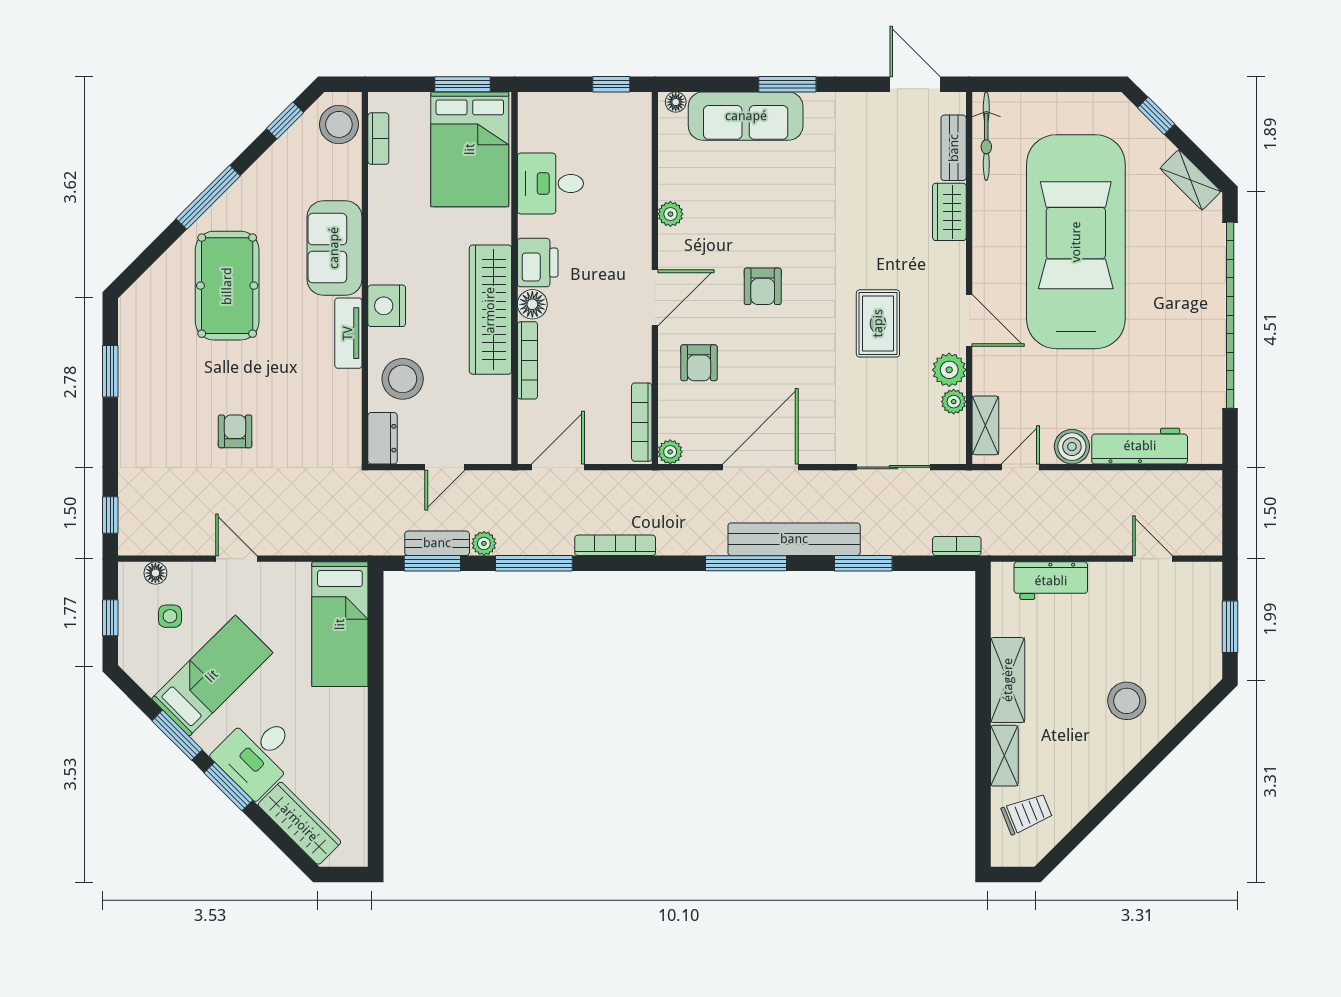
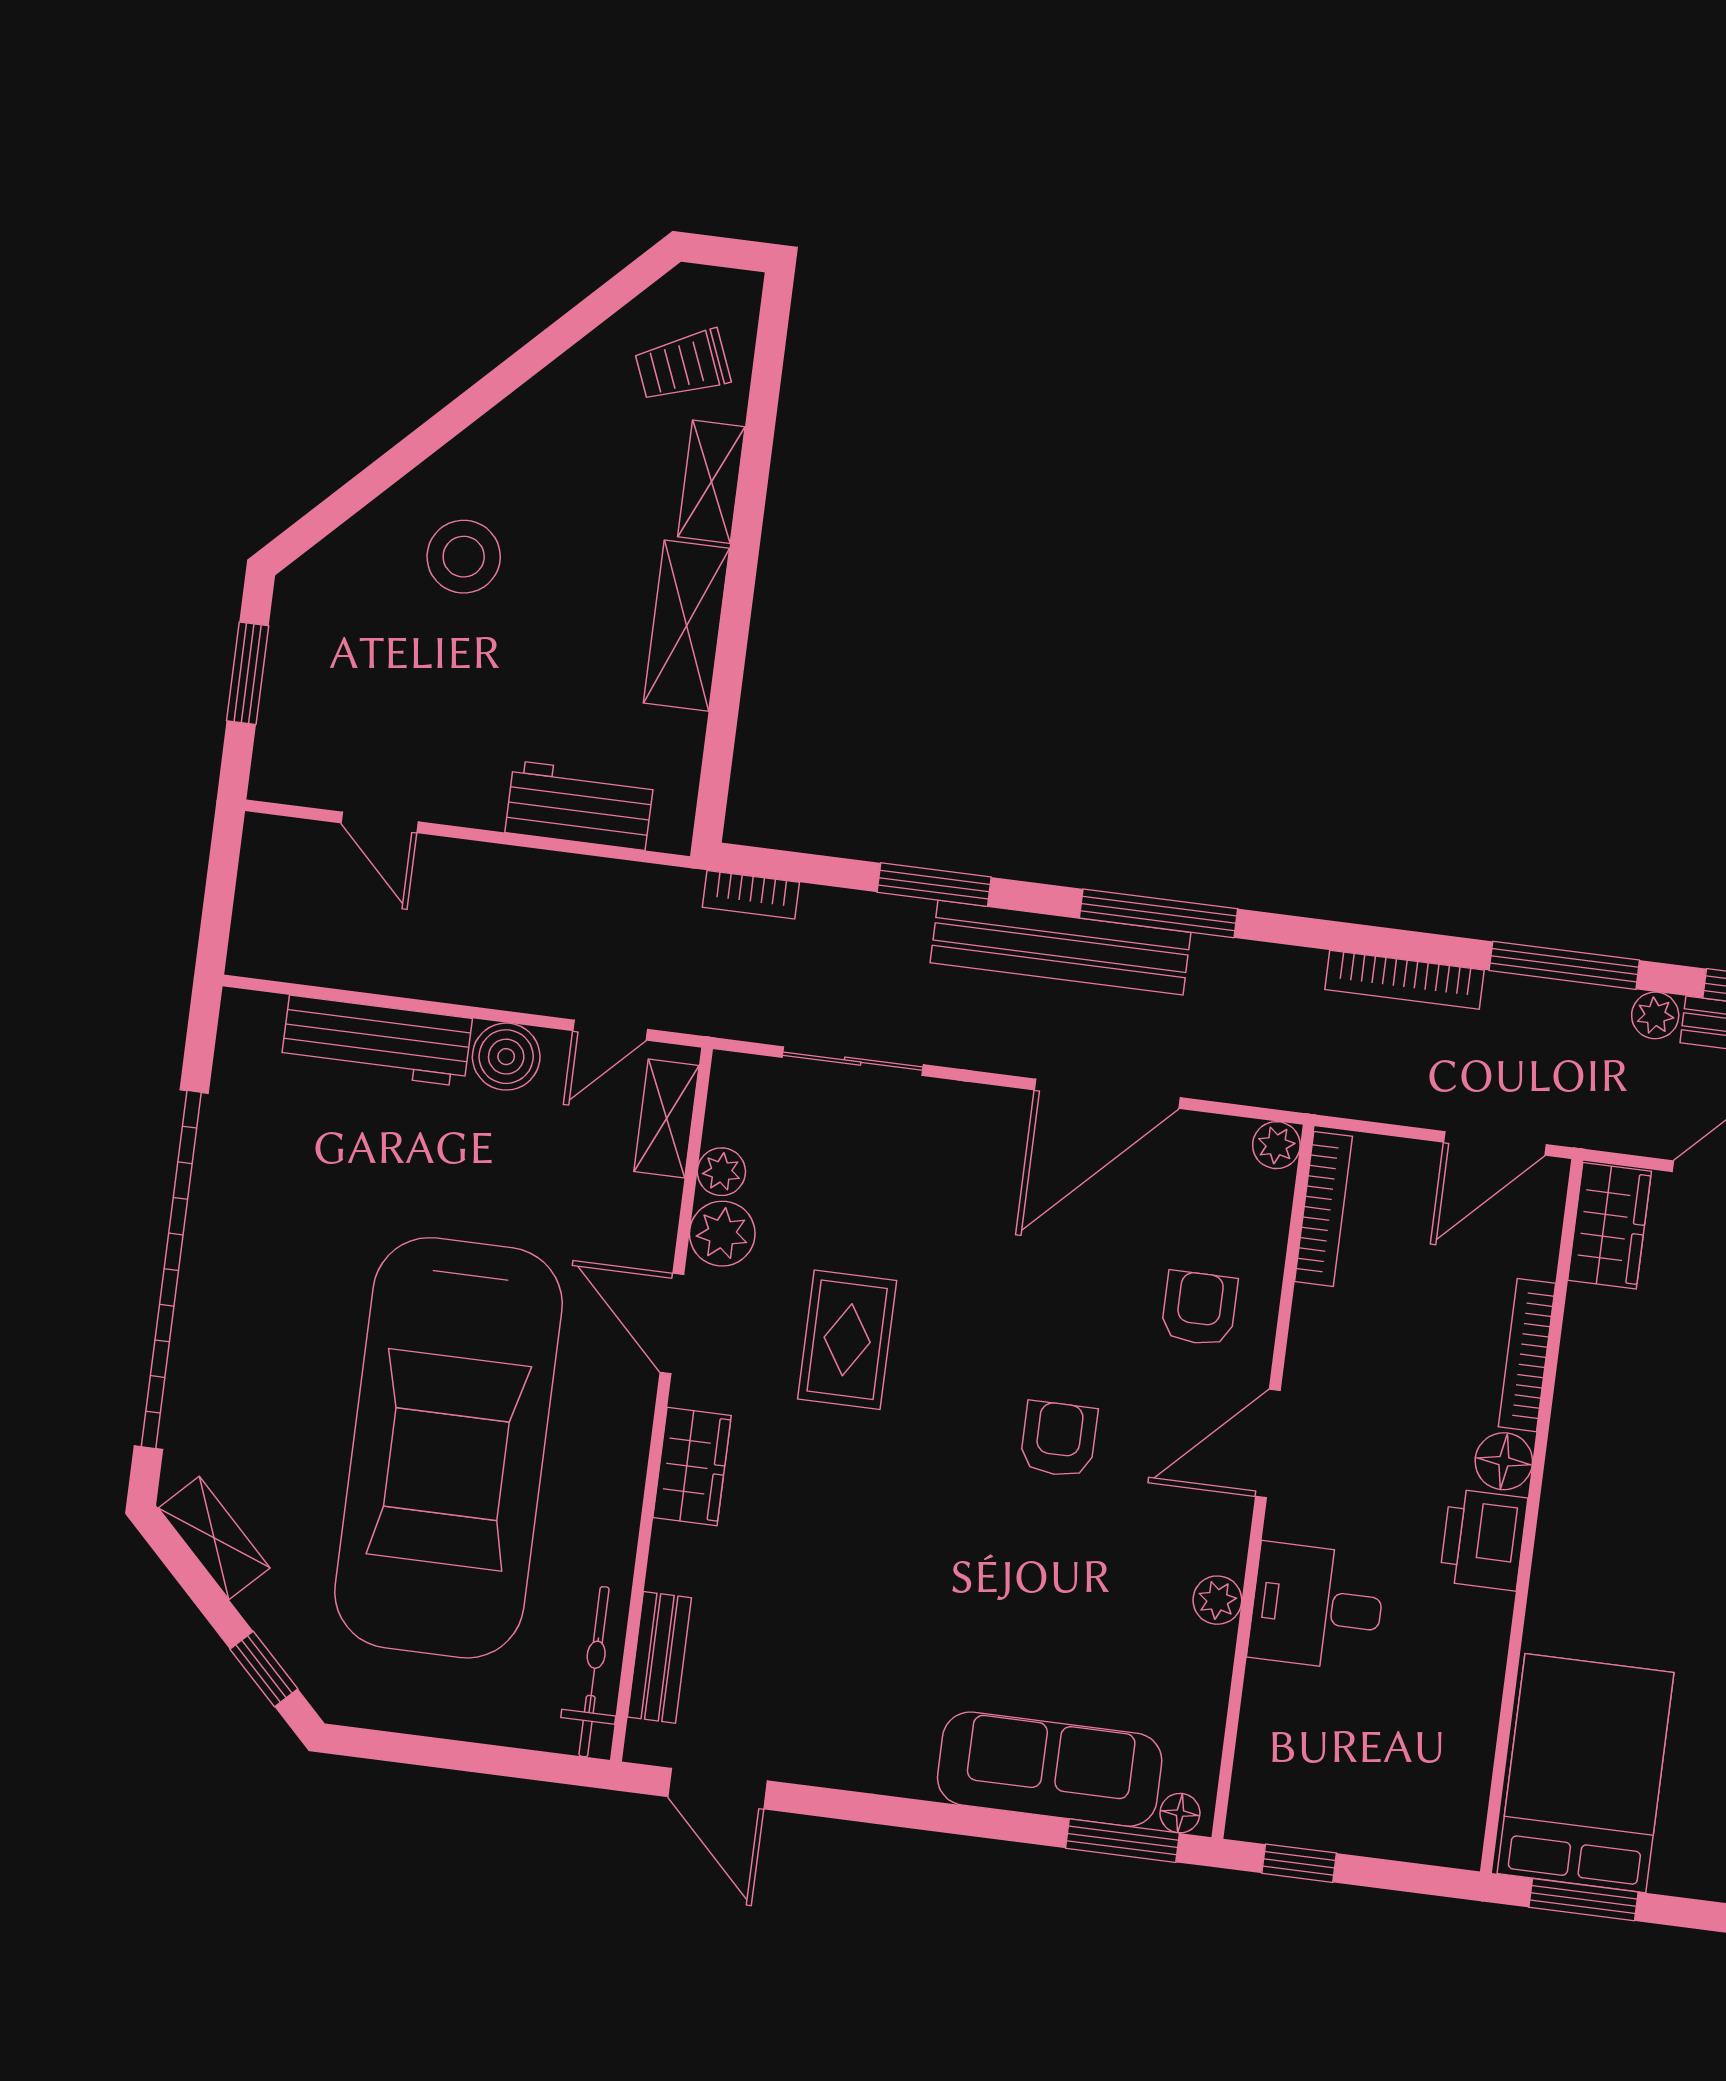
window: (787, 84) -> (1123, 1841), moved
desk: (550, 183) -> (1317, 1607), moved, turned 180
wardrobe: (949, 212) -> (692, 1467), moved
wardrobe: (490, 310) -> (1610, 1226), moved, width x0.48, depth x0.85

